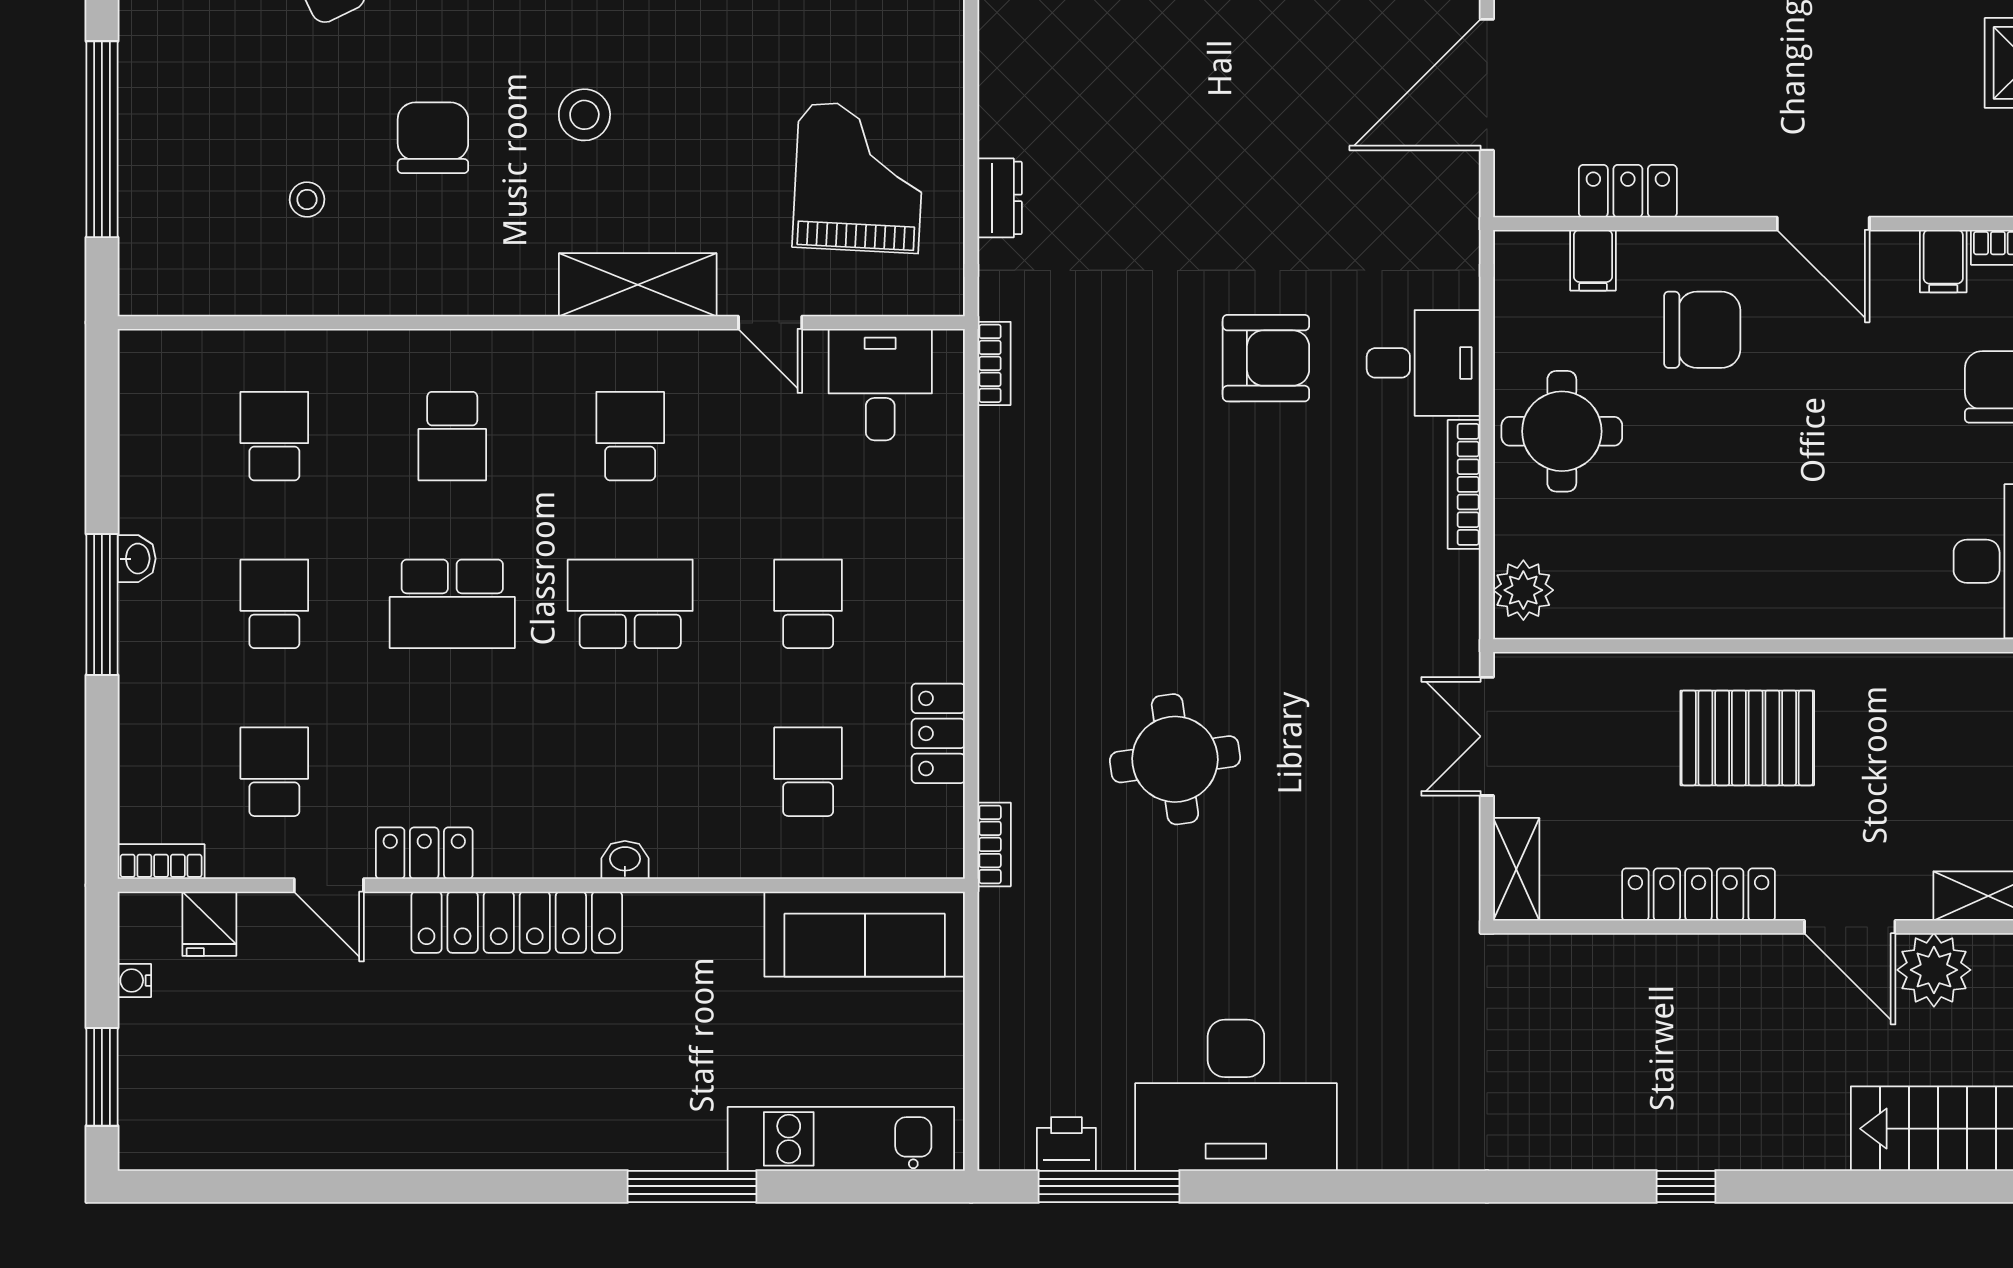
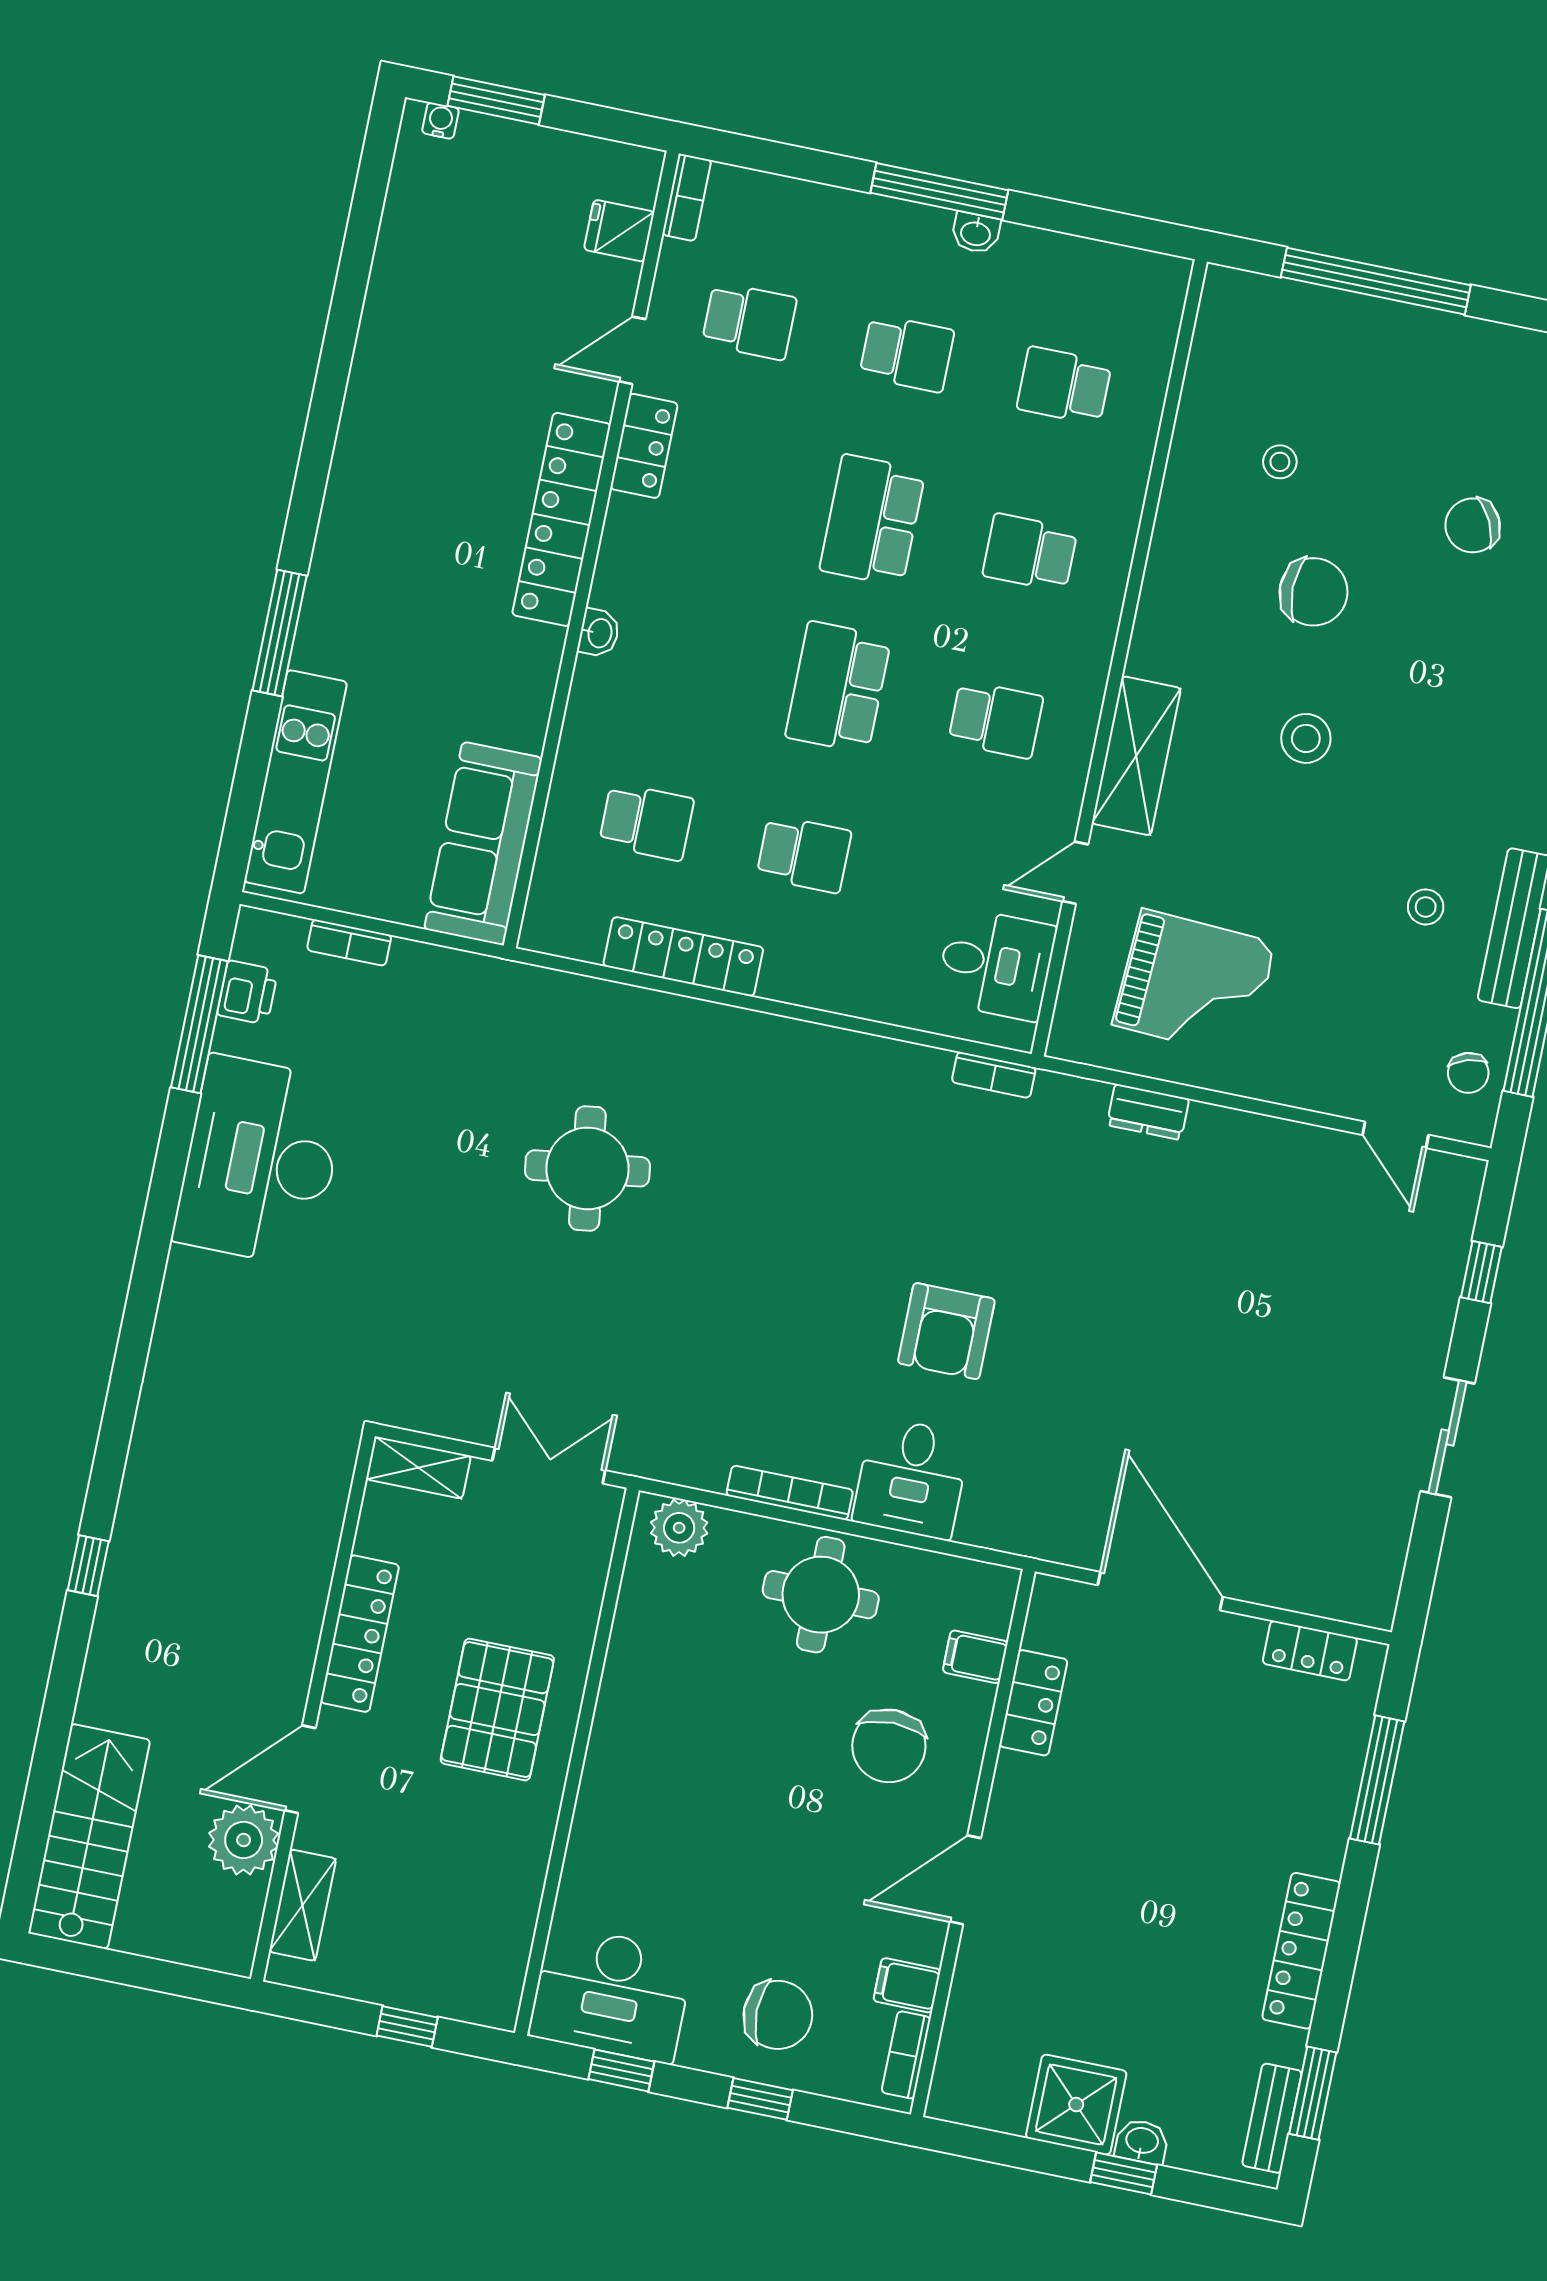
school desk: (274, 436) -> (1064, 386), turned 180
school desk: (630, 604) -> (838, 687), turned 180
locker: (938, 733) -> (683, 957), width x1.53
bookcase: (994, 844) -> (349, 943), moved
water cooler: (134, 980) -> (440, 121), moved

